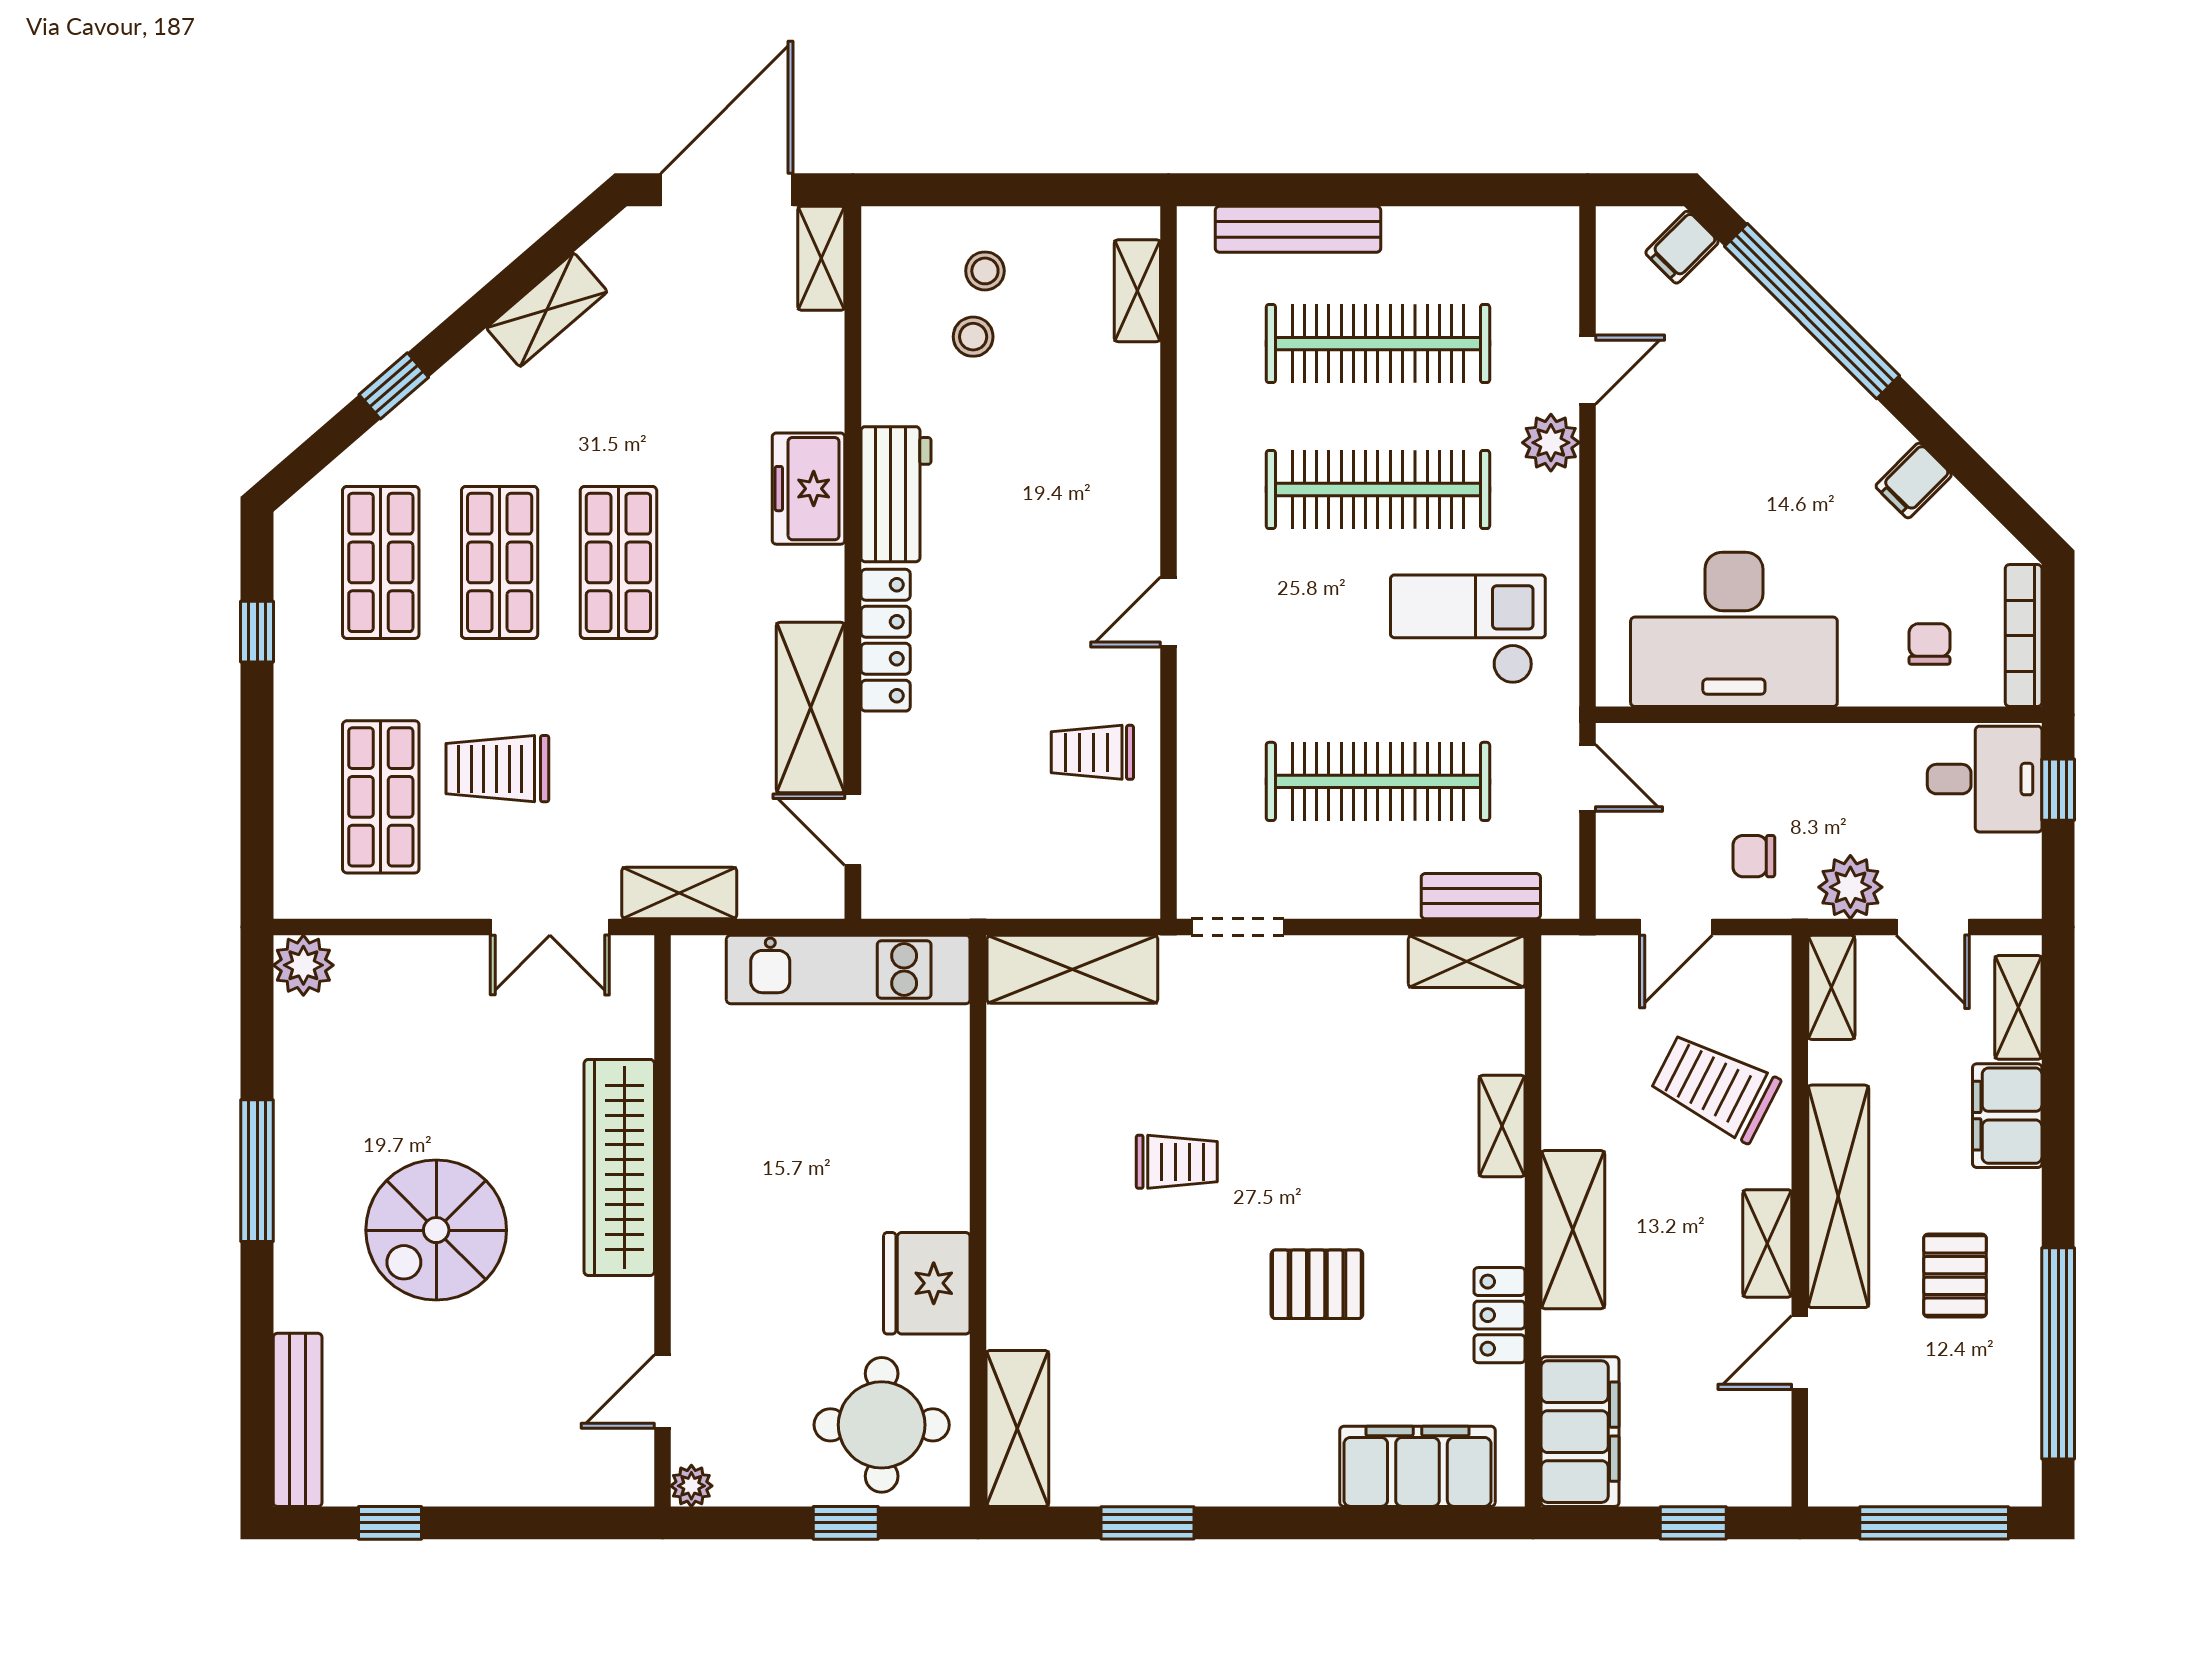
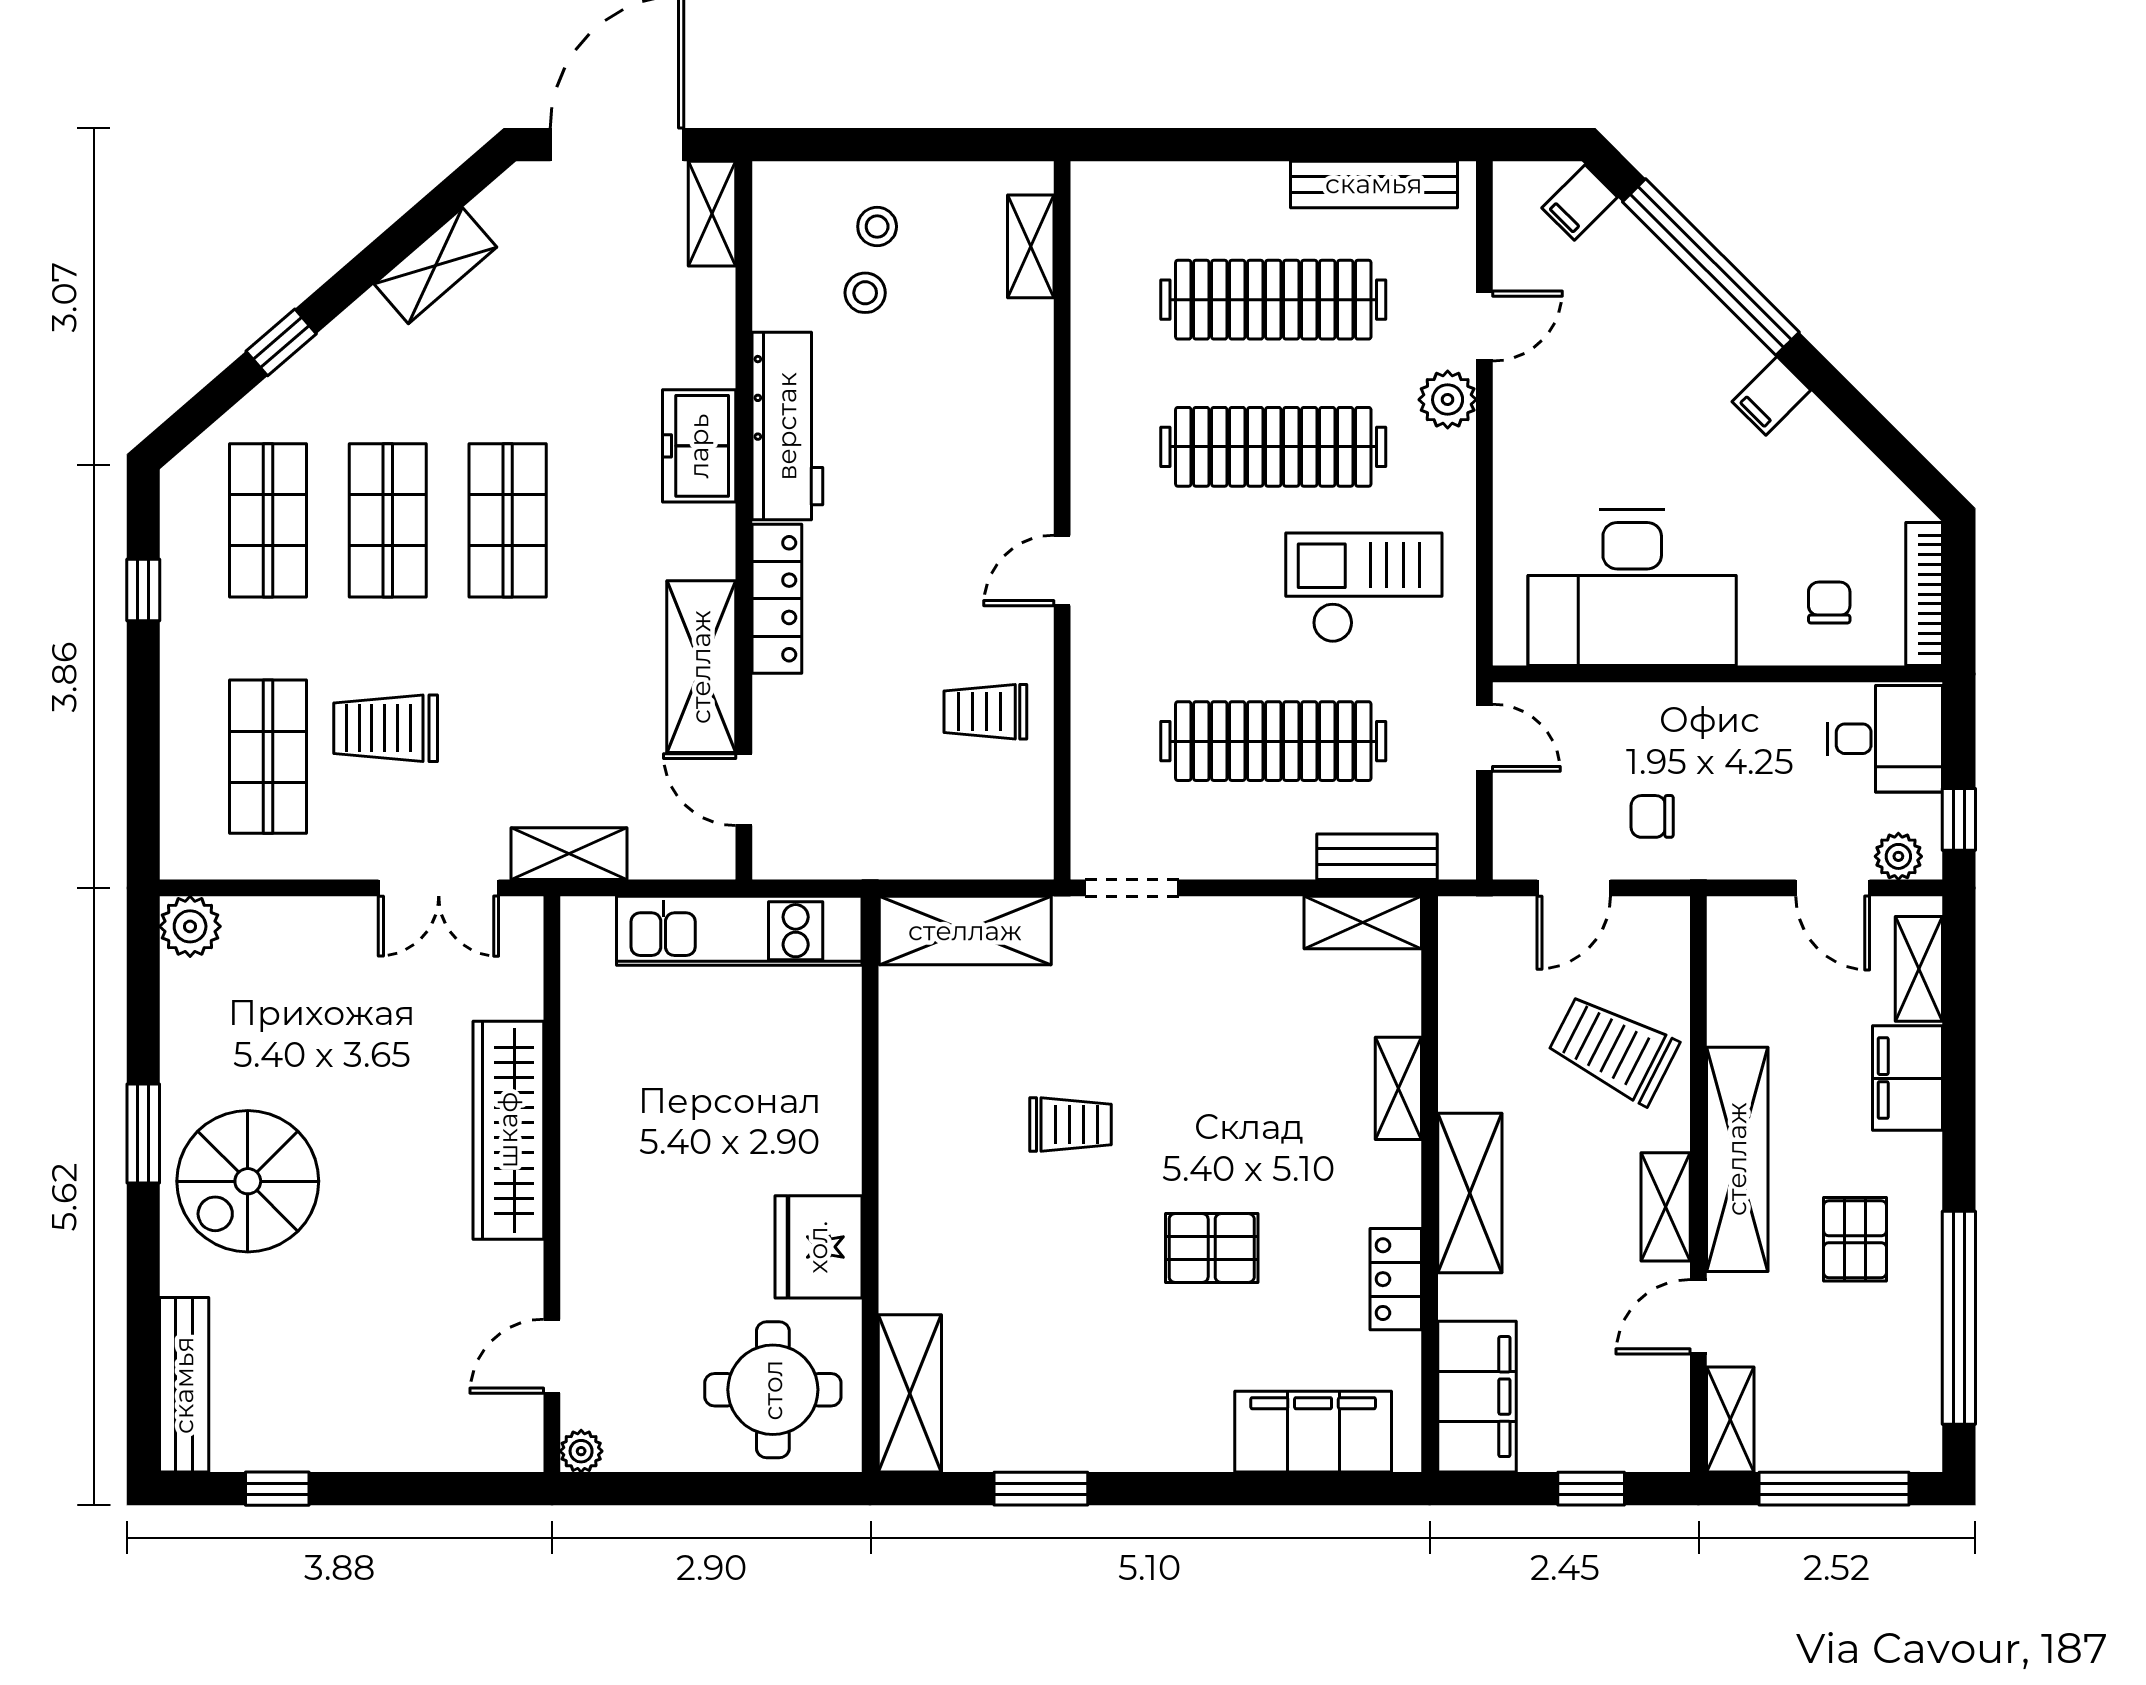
bench: (1298, 229) -> (1374, 184), moved
filing cabinet: (1914, 481) -> (1771, 396), moved
workbench: (896, 494) -> (787, 426), width x1.38
window: (2058, 790) -> (1959, 819), moved
plant: (1850, 887) -> (1898, 856), moved, width x0.73, depth x0.73
shelving: (1831, 987) -> (1730, 1420), moved
window: (257, 1171) -> (143, 1133), width x0.69
spiral stairs: (436, 1230) -> (248, 1181), moved
window: (846, 1523) -> (737, 1489), removed

